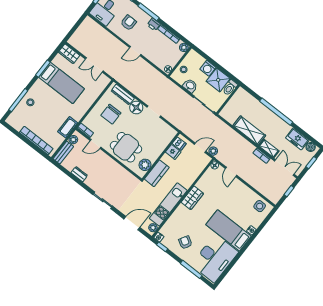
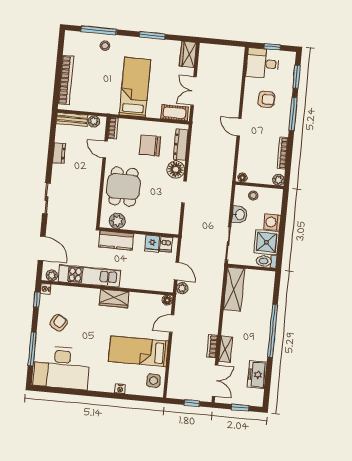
printer: (154, 24) -> (283, 129), removed
bed: (62, 83) -> (135, 87), moved, turned 180
cot: (68, 127) -> (175, 113), moved
shelving: (249, 131) -> (234, 289), moved
boiler: (311, 147) -> (257, 396), removed
bed: (228, 230) -> (138, 351), moved, turned -90

